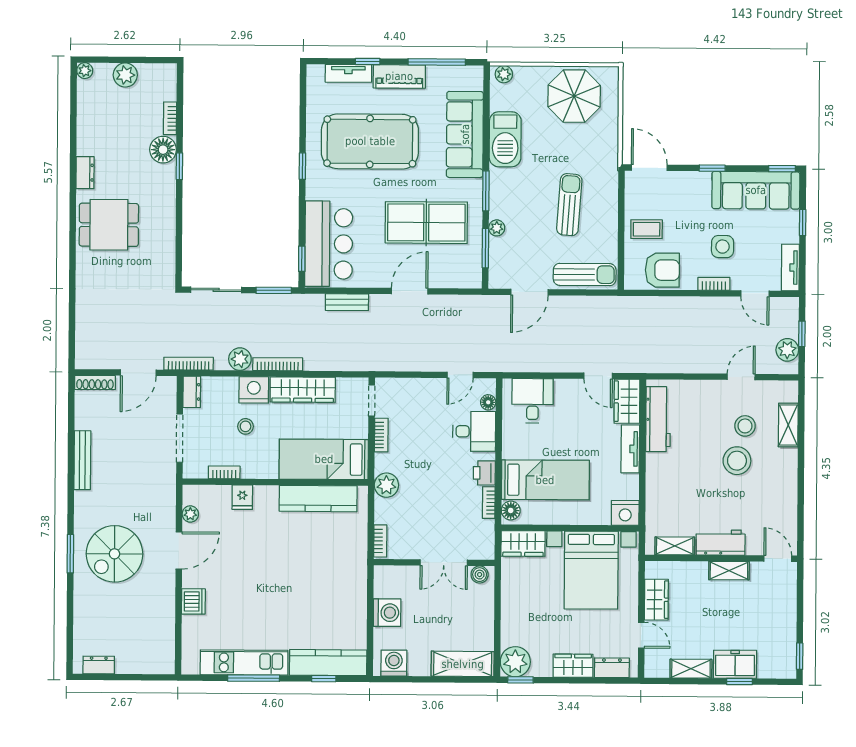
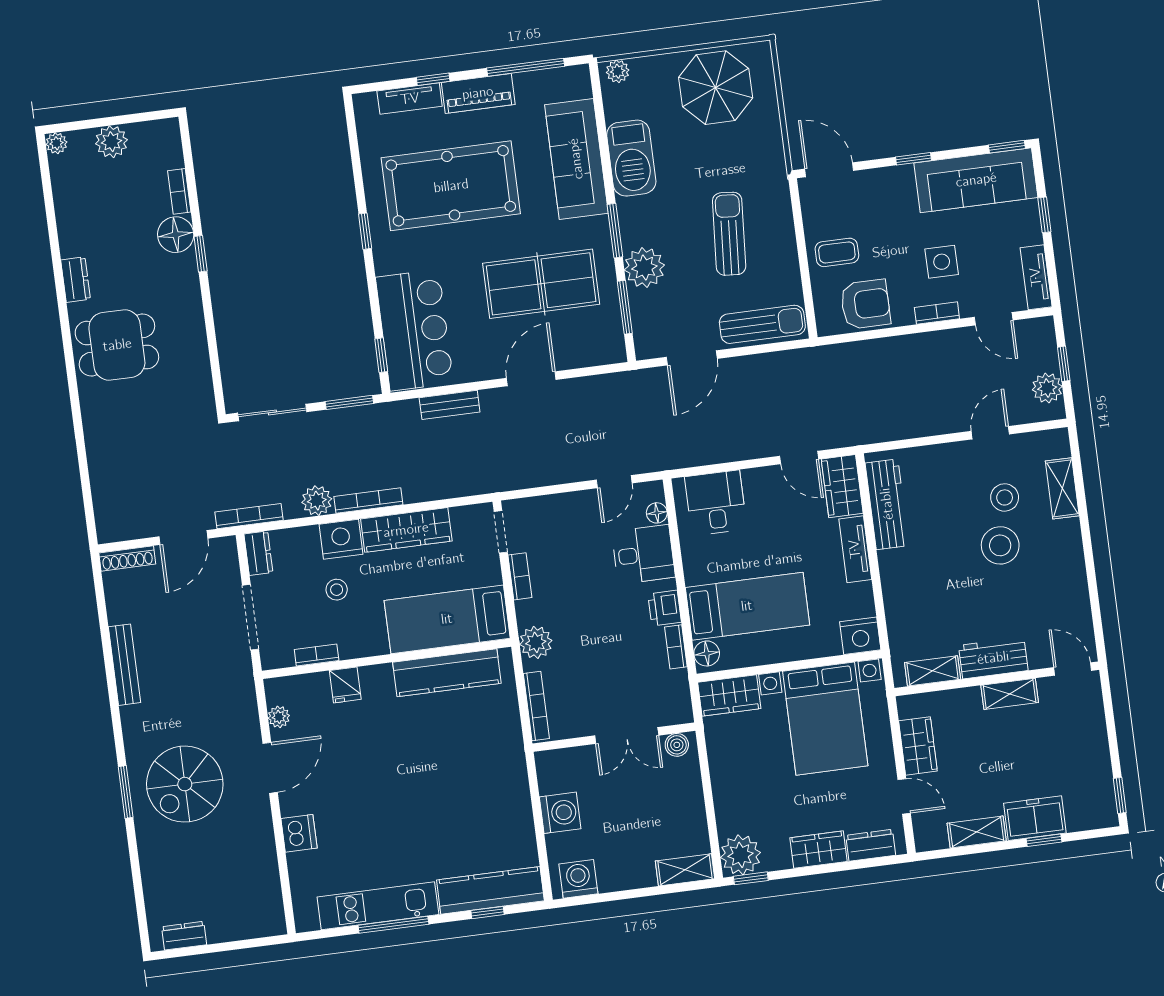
plant: (497, 228) -> (644, 268), width x1.88, depth x1.88
bookcase: (380, 541) -> (536, 706), width x1.56
shelving: (463, 664) -> (685, 870), width x0.67, depth x0.75

